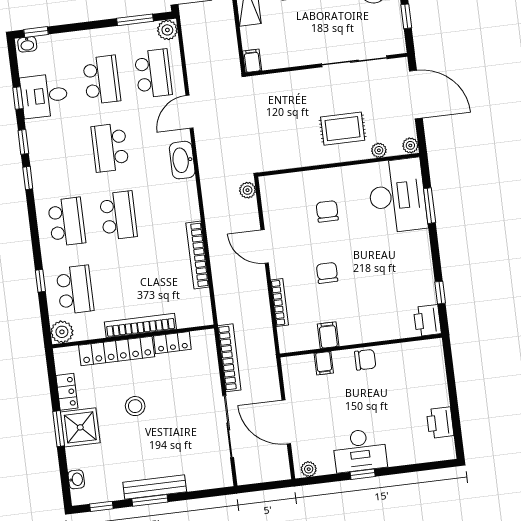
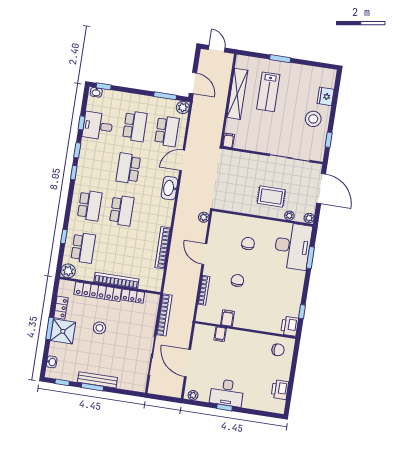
chair: (365, 360) -> (278, 350), moved

